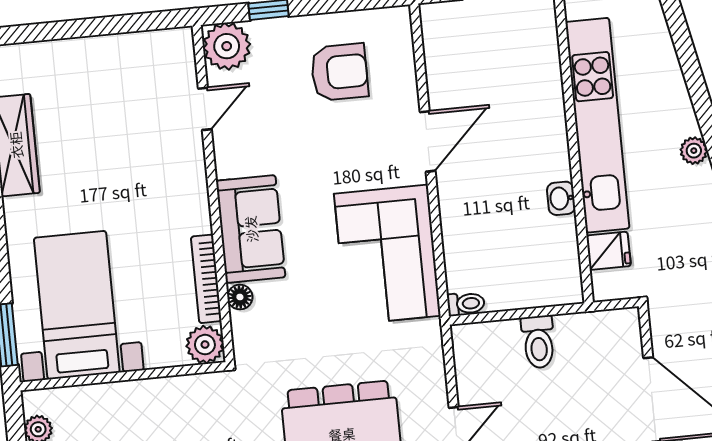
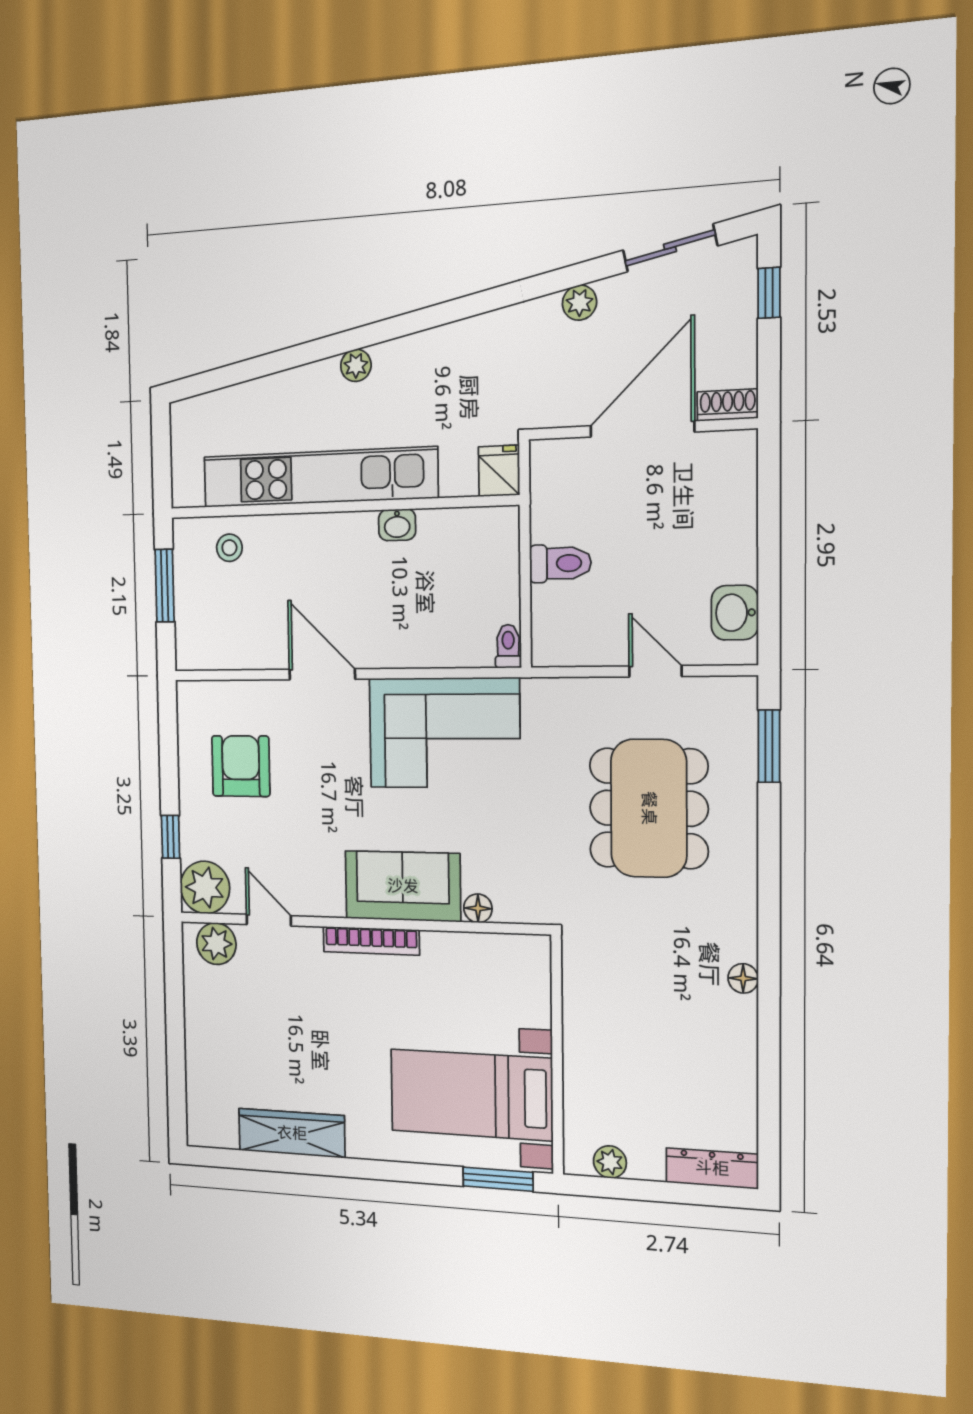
stool: (531, 47) -> (229, 548), added
fridge: (608, 251) -> (499, 471), moved
bookcase: (206, 279) -> (371, 941), moved
plant: (205, 345) -> (216, 944), moved

